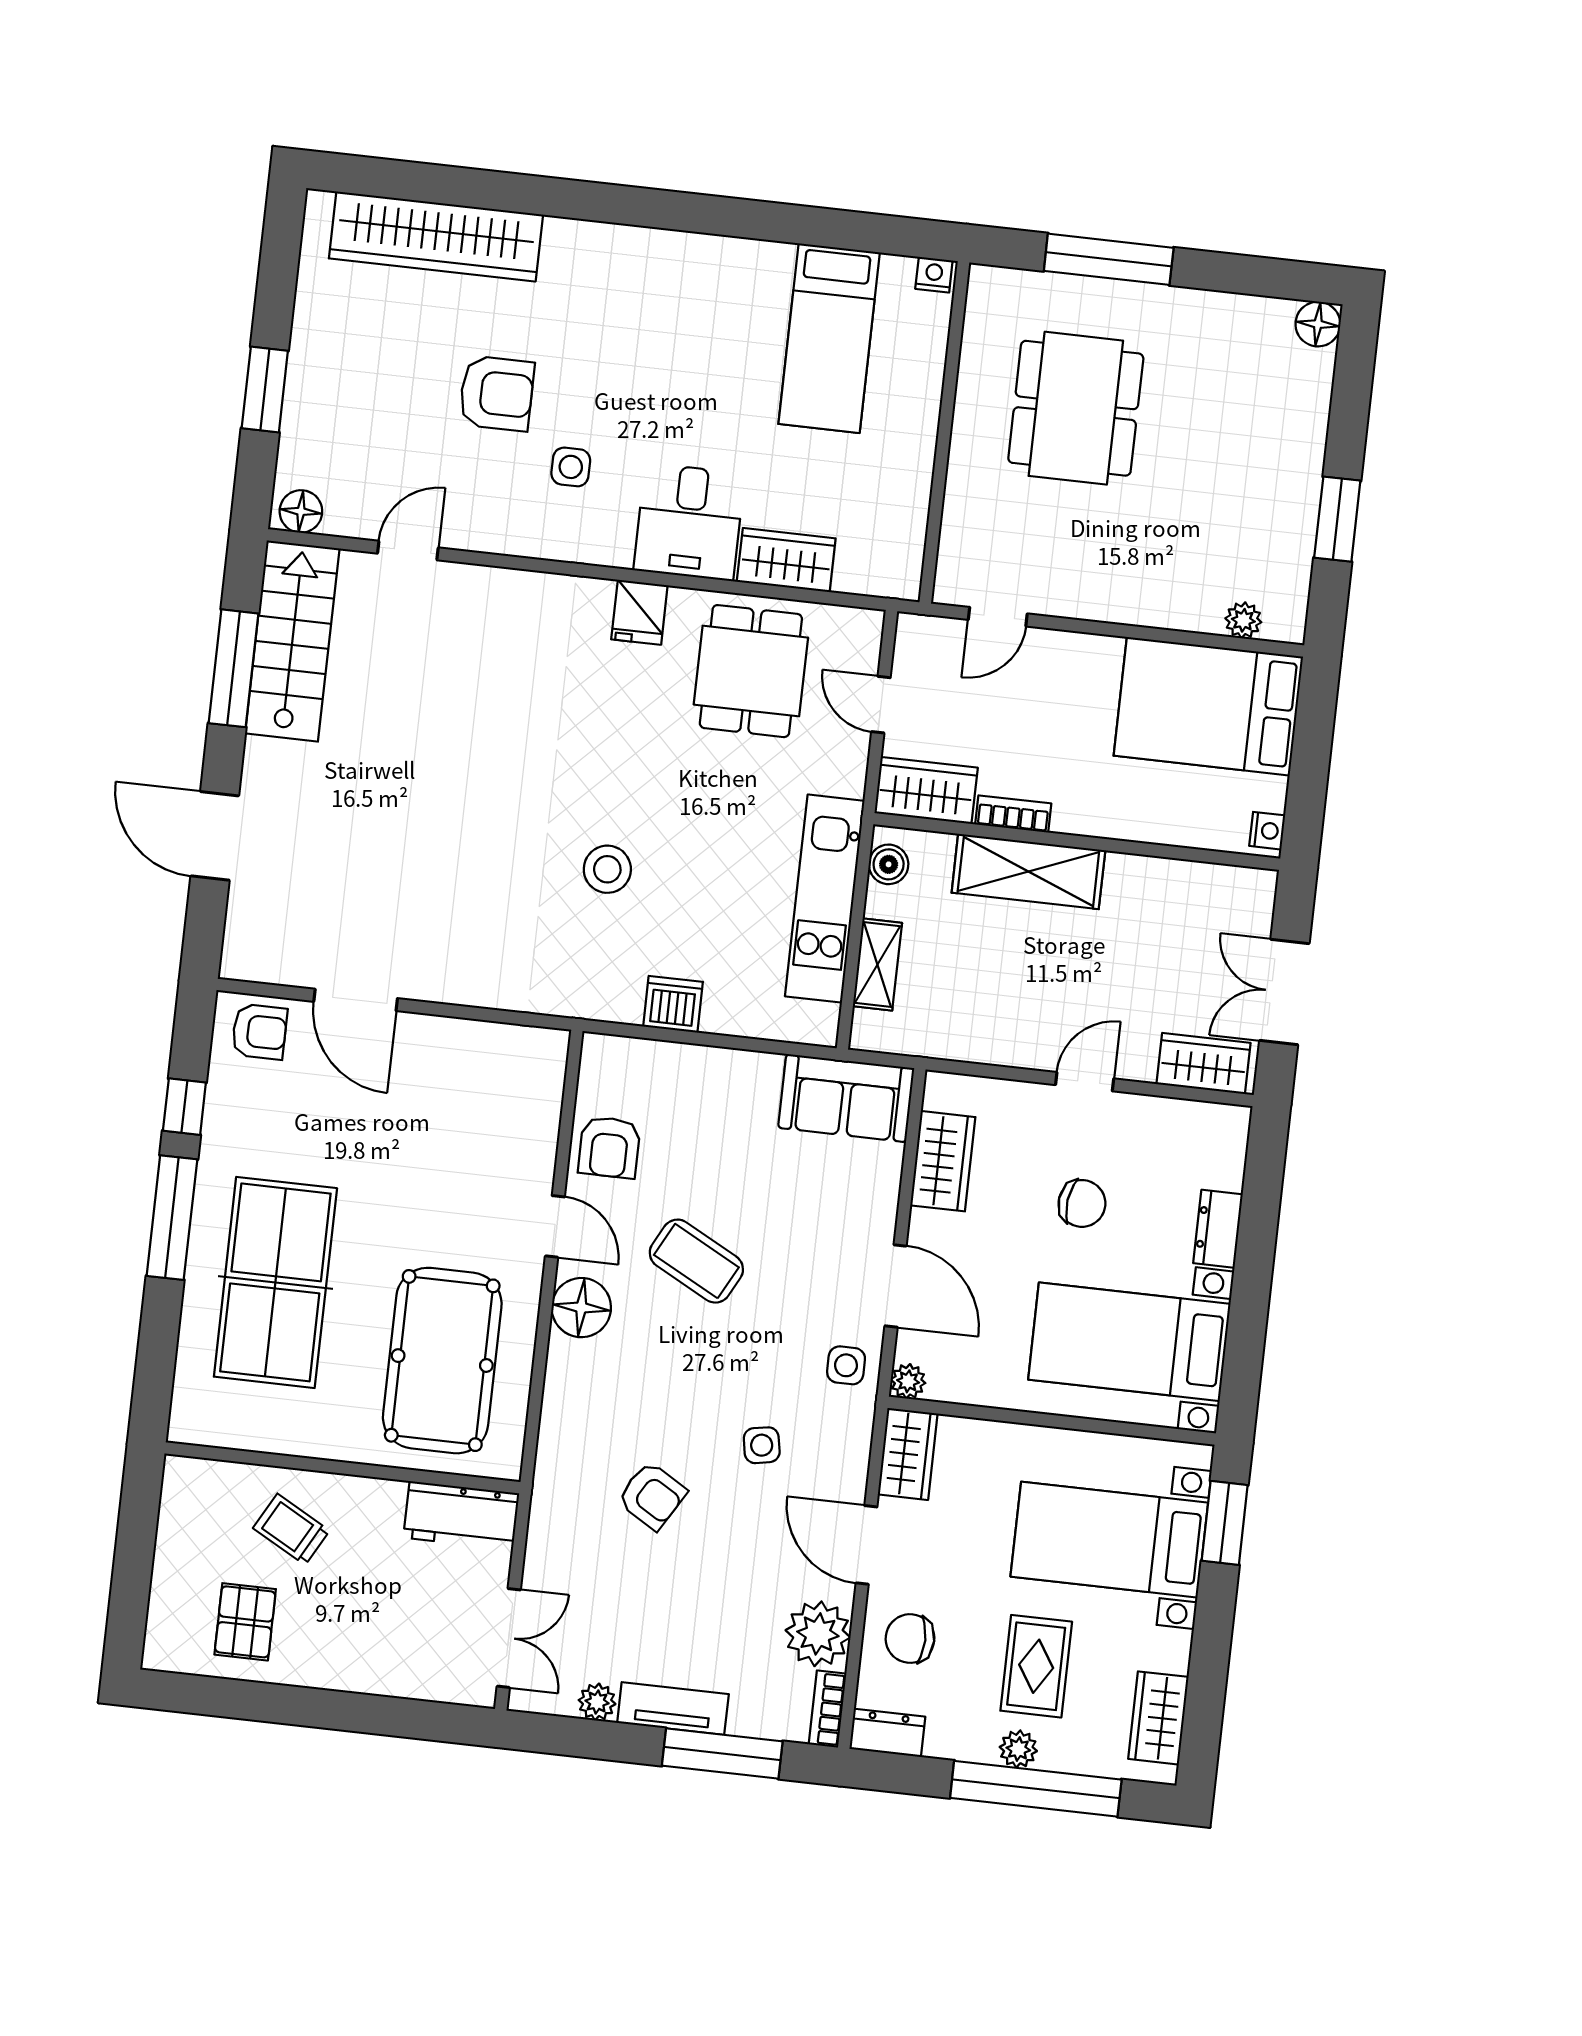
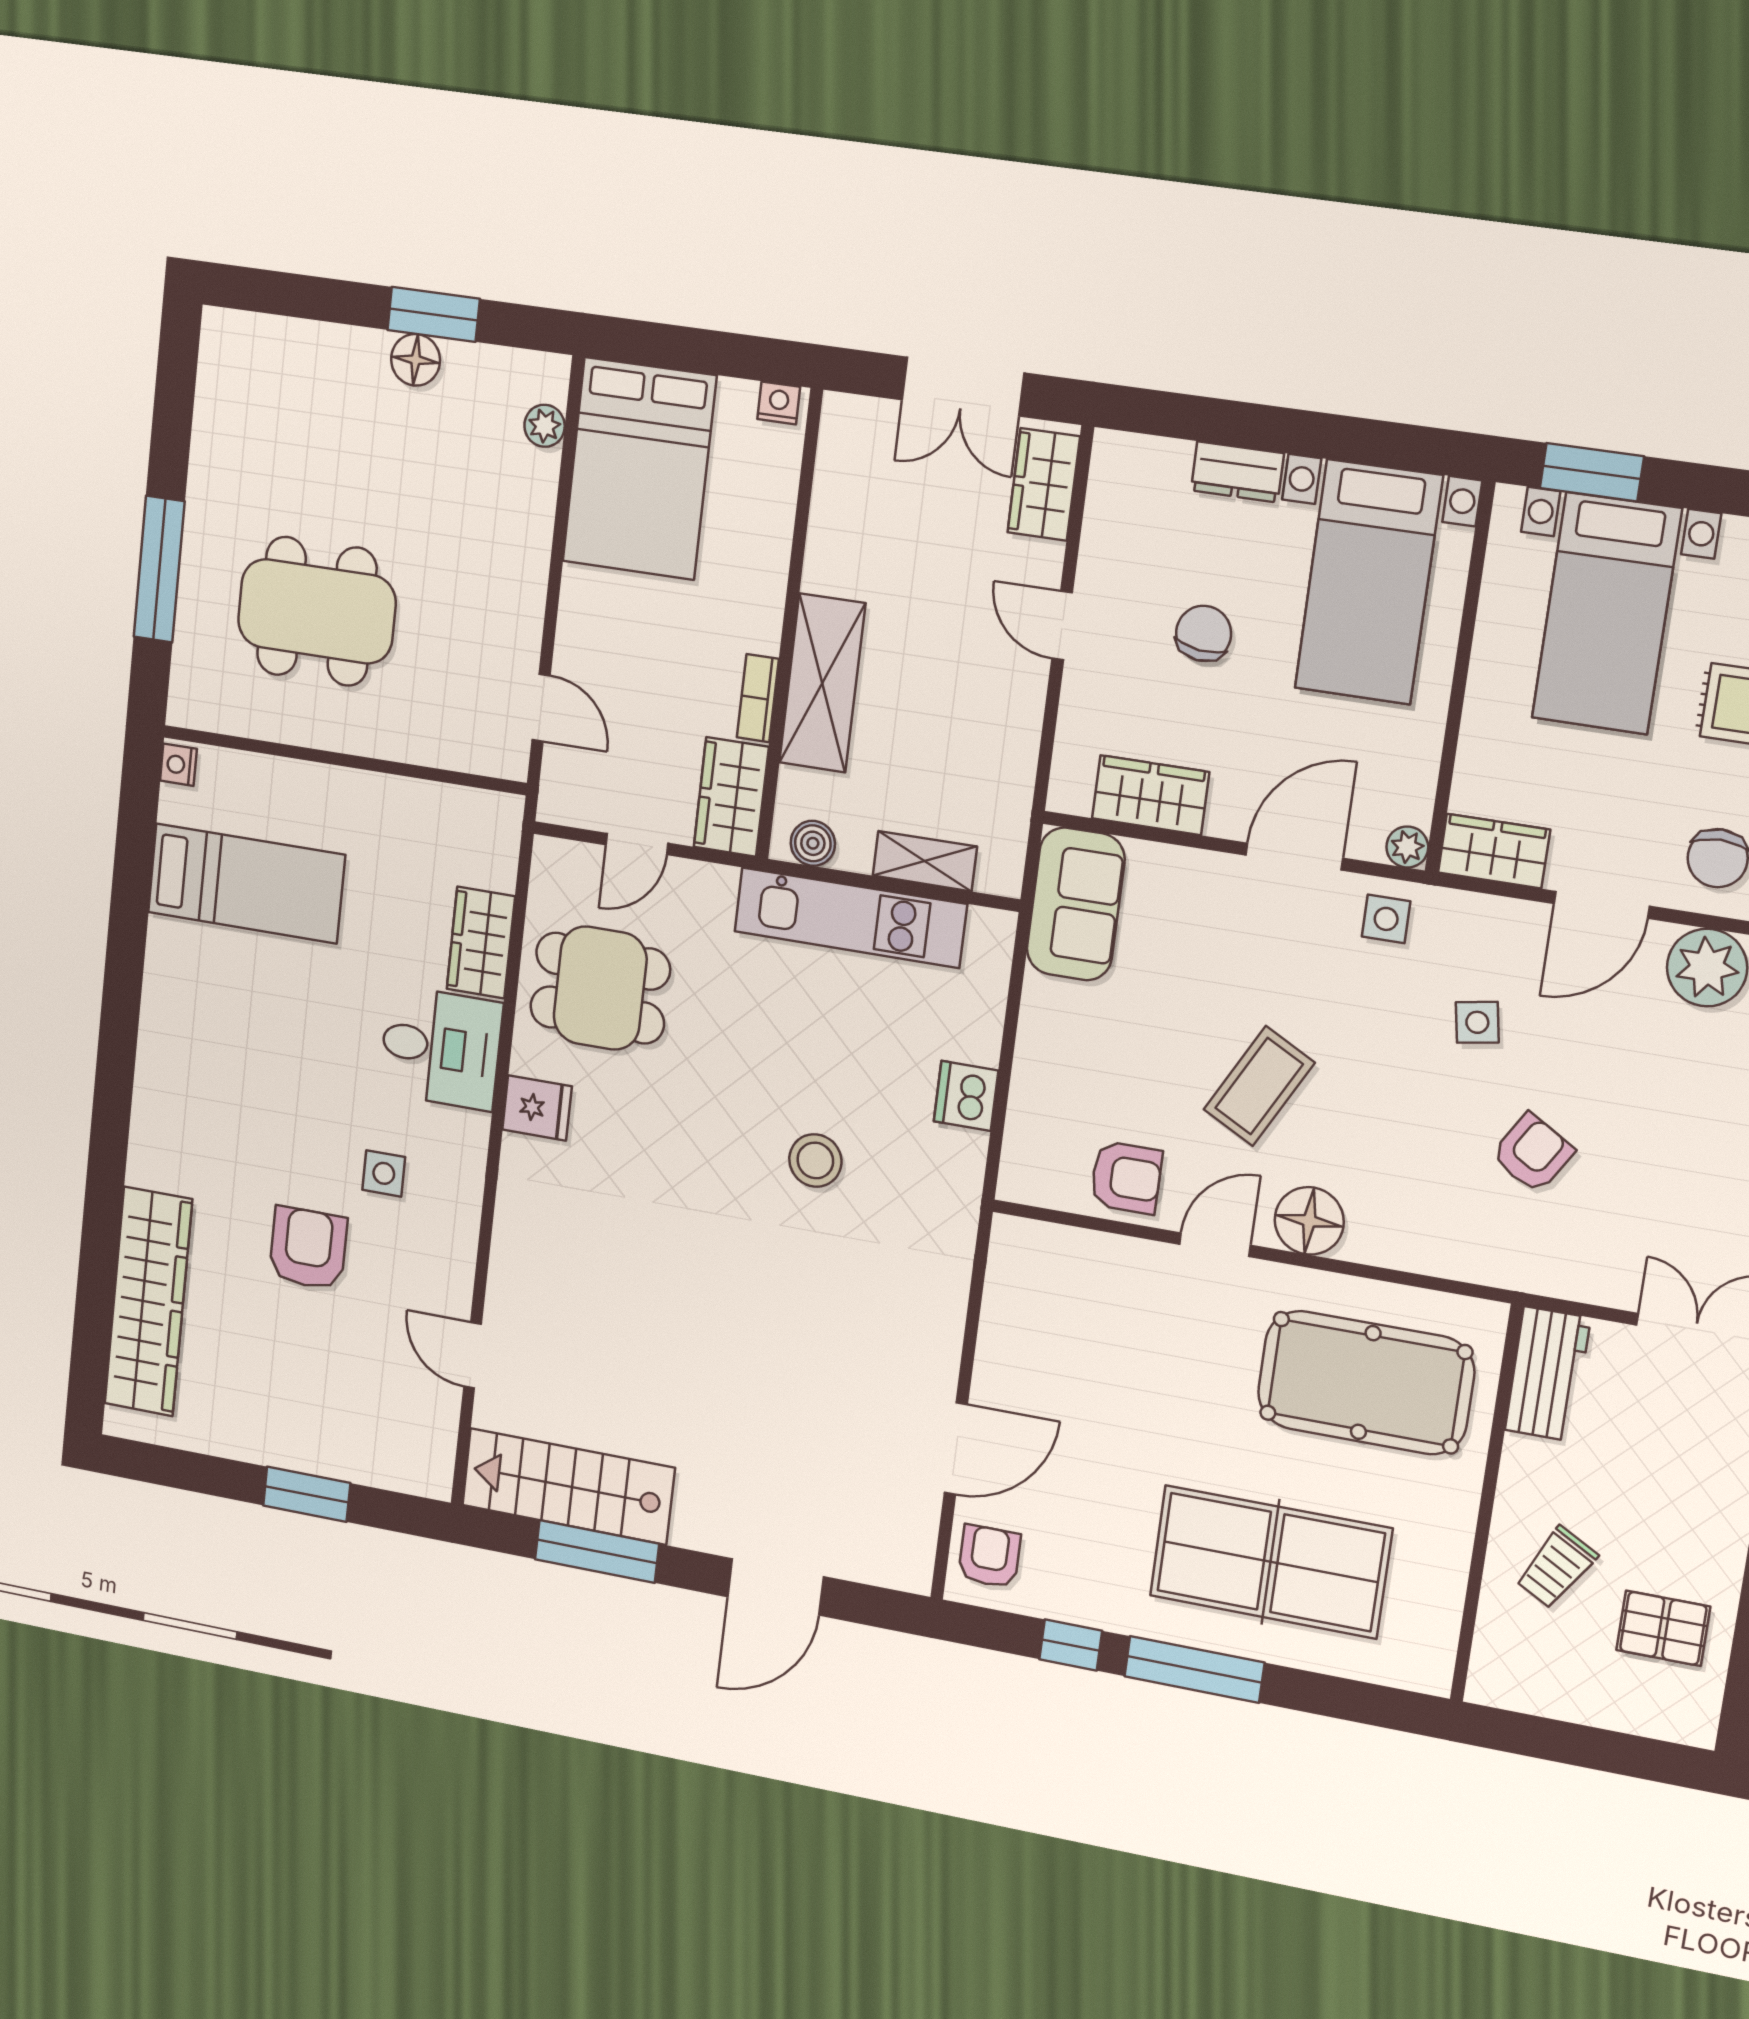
floor lamp: (1318, 324) -> (416, 360), moved
floor lamp: (301, 511) -> (432, 1466), removed

